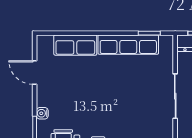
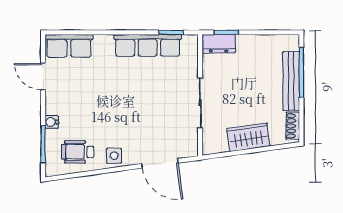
row of seats: (75, 45) -> (69, 46), moved

